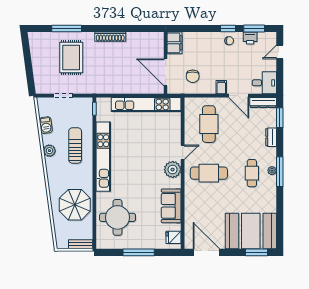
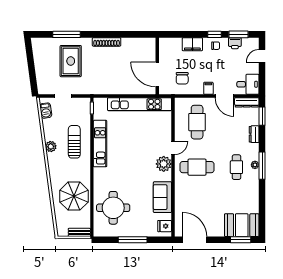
filing cabinet: (175, 43) -> (192, 44), moved, turned 90
barbecue: (46, 125) -> (46, 111), moved
kitchen unit: (103, 157) -> (100, 144), width x0.73
booth: (251, 231) -> (242, 225), width x0.73, depth x0.70

